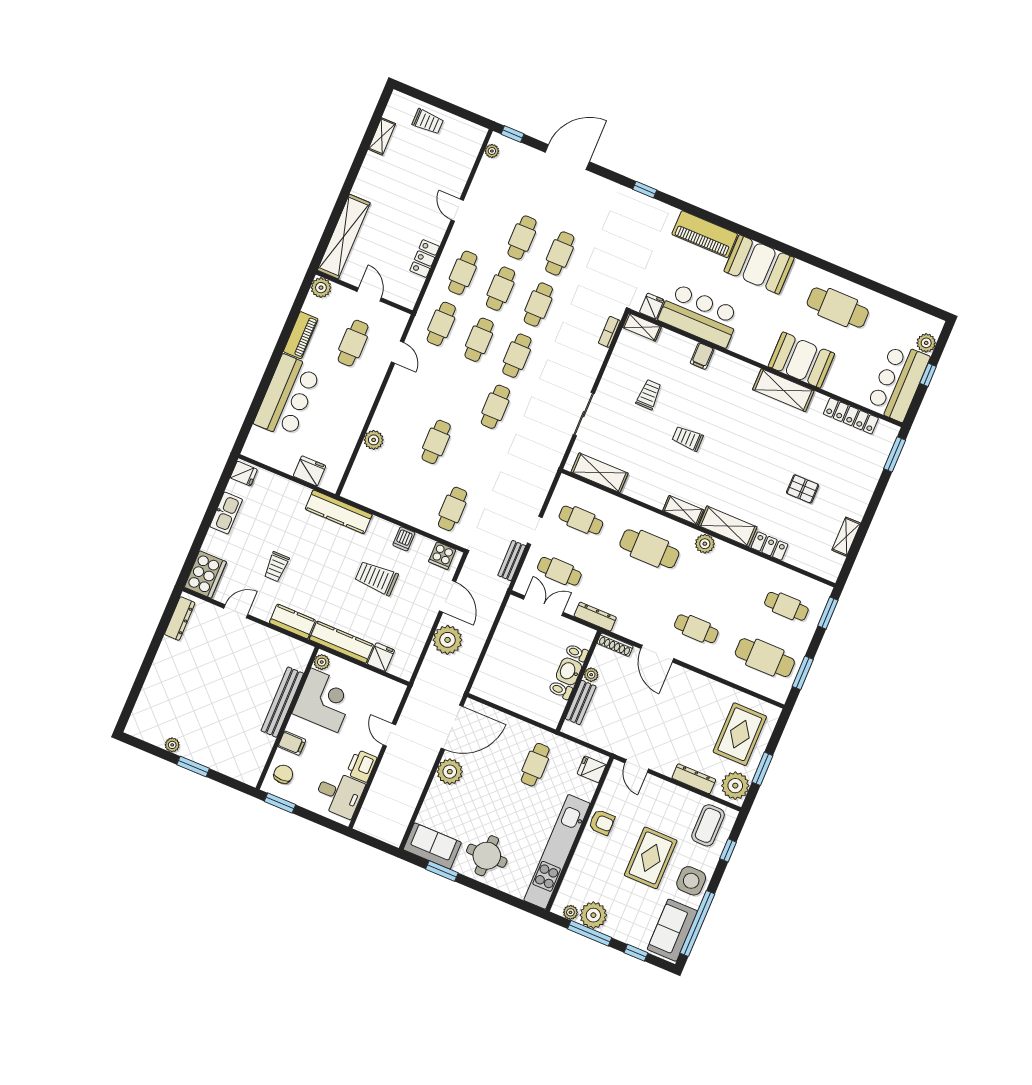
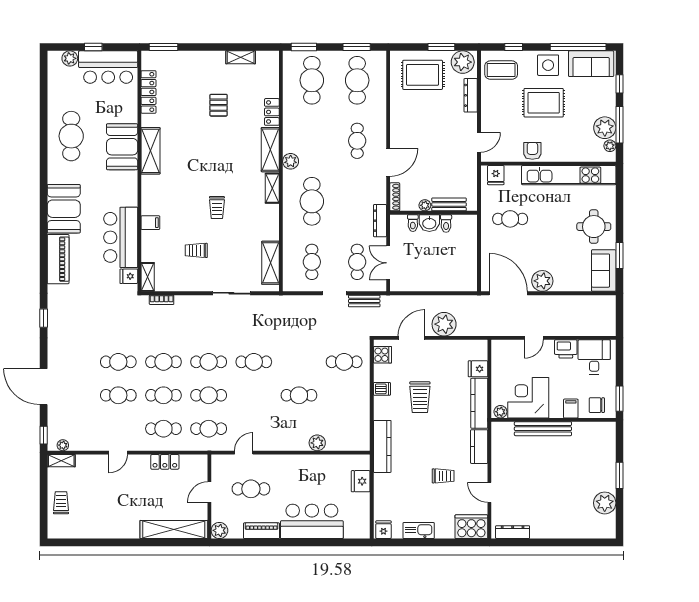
shelving: (382, 136) -> (61, 461), moved
cafe table: (786, 606) -> (312, 80), width x1.37, depth x1.35
plant: (172, 745) -> (605, 503), width x1.88, depth x1.88

